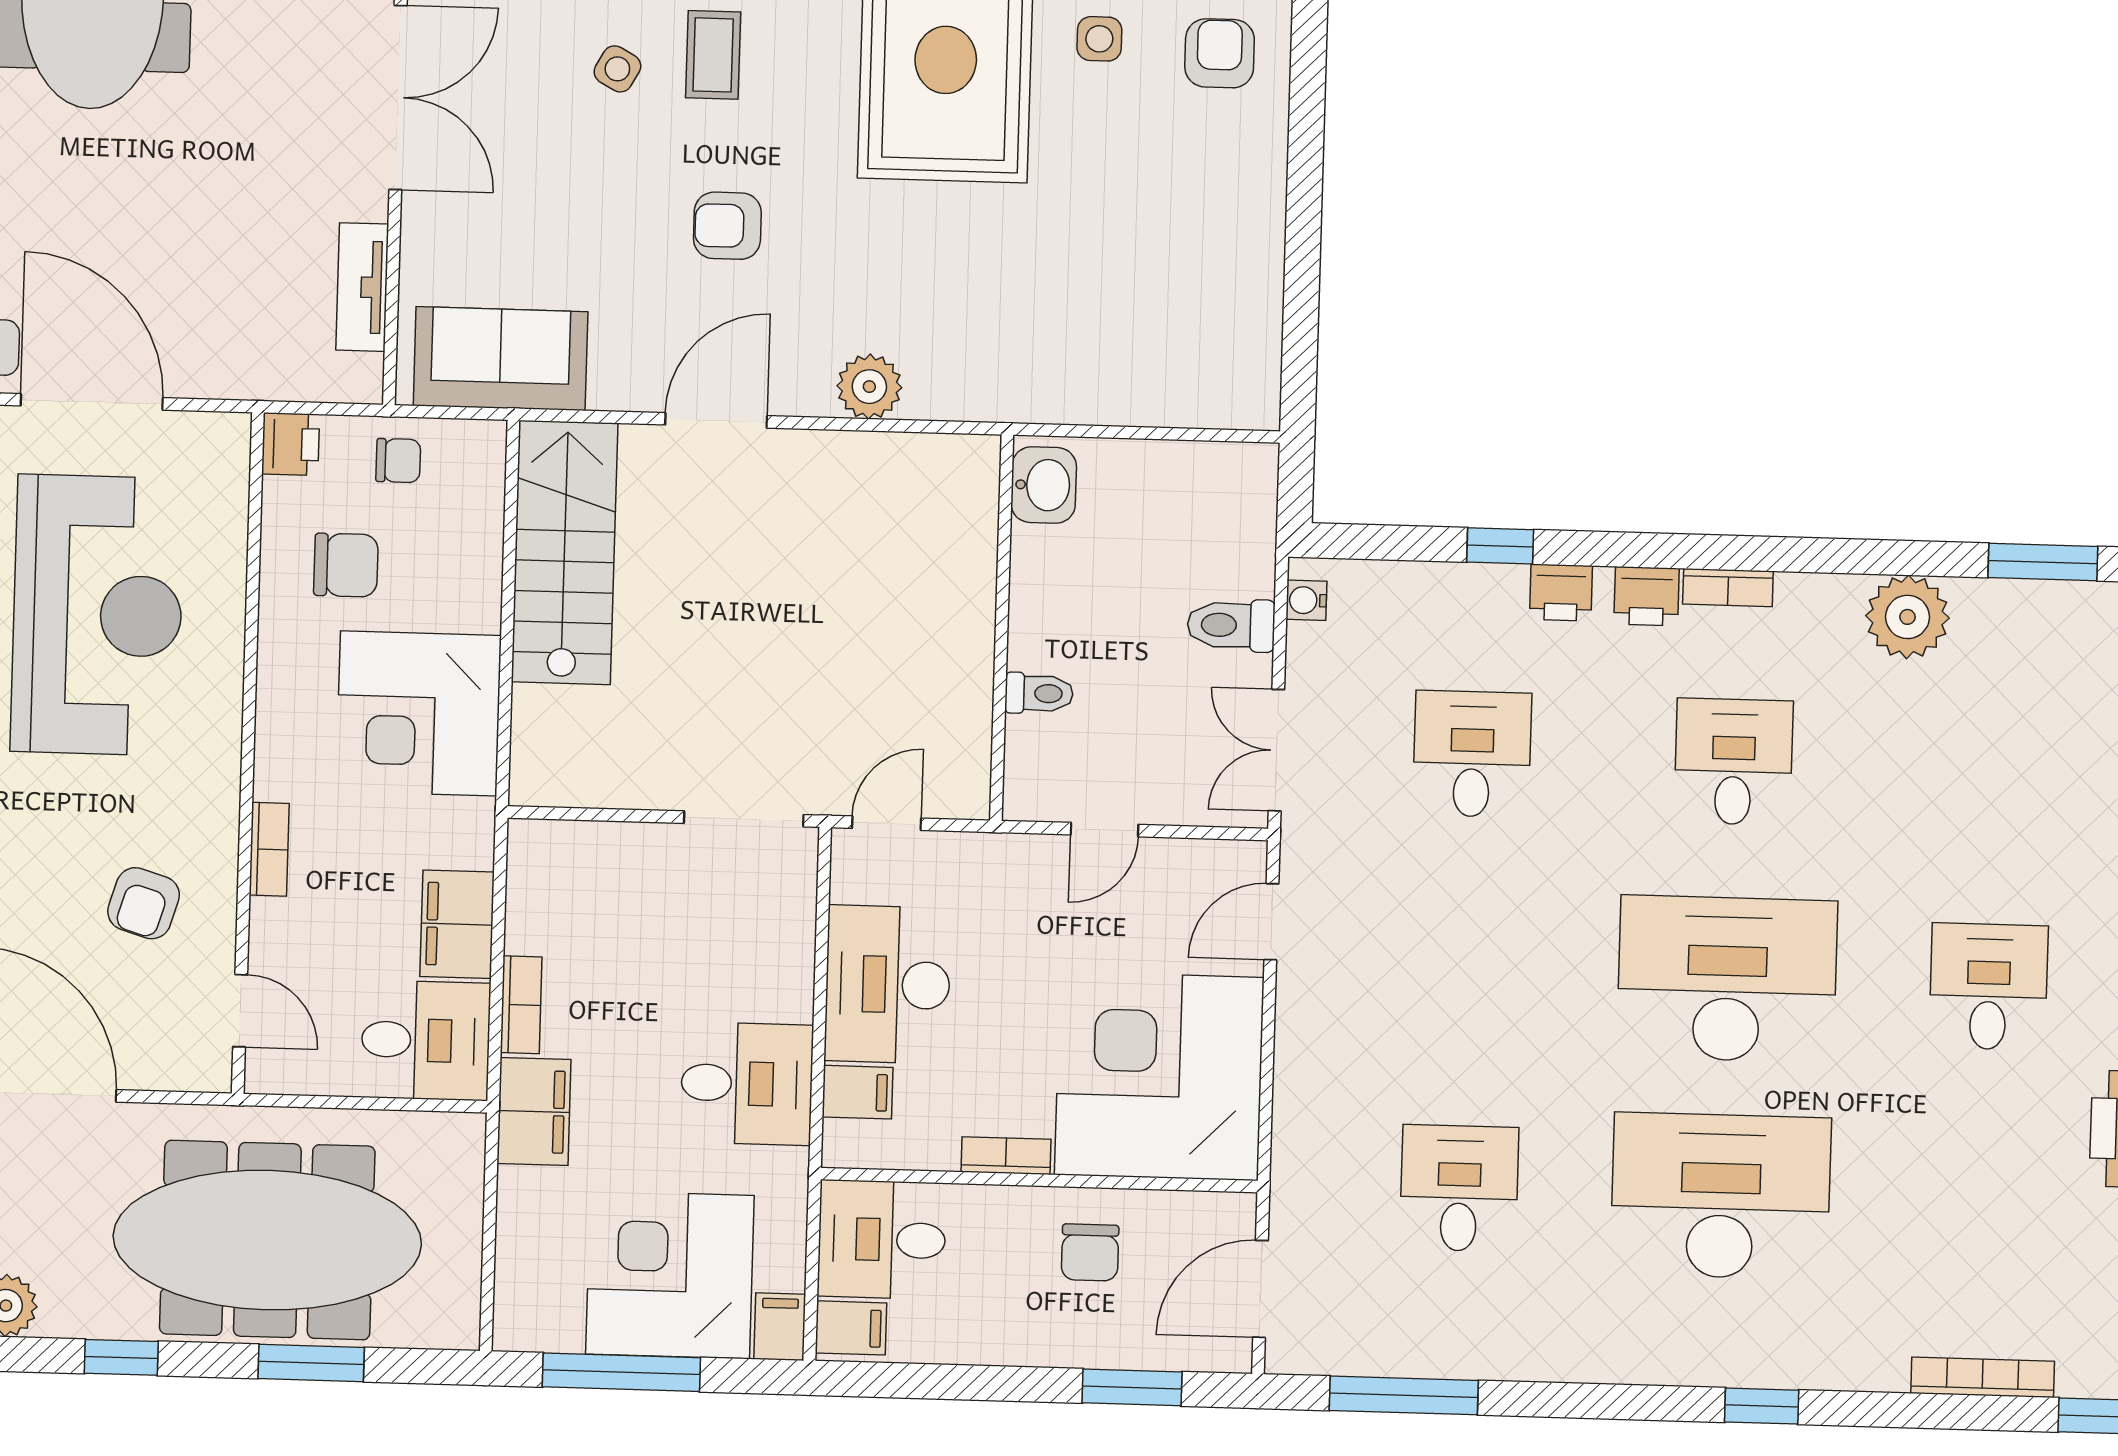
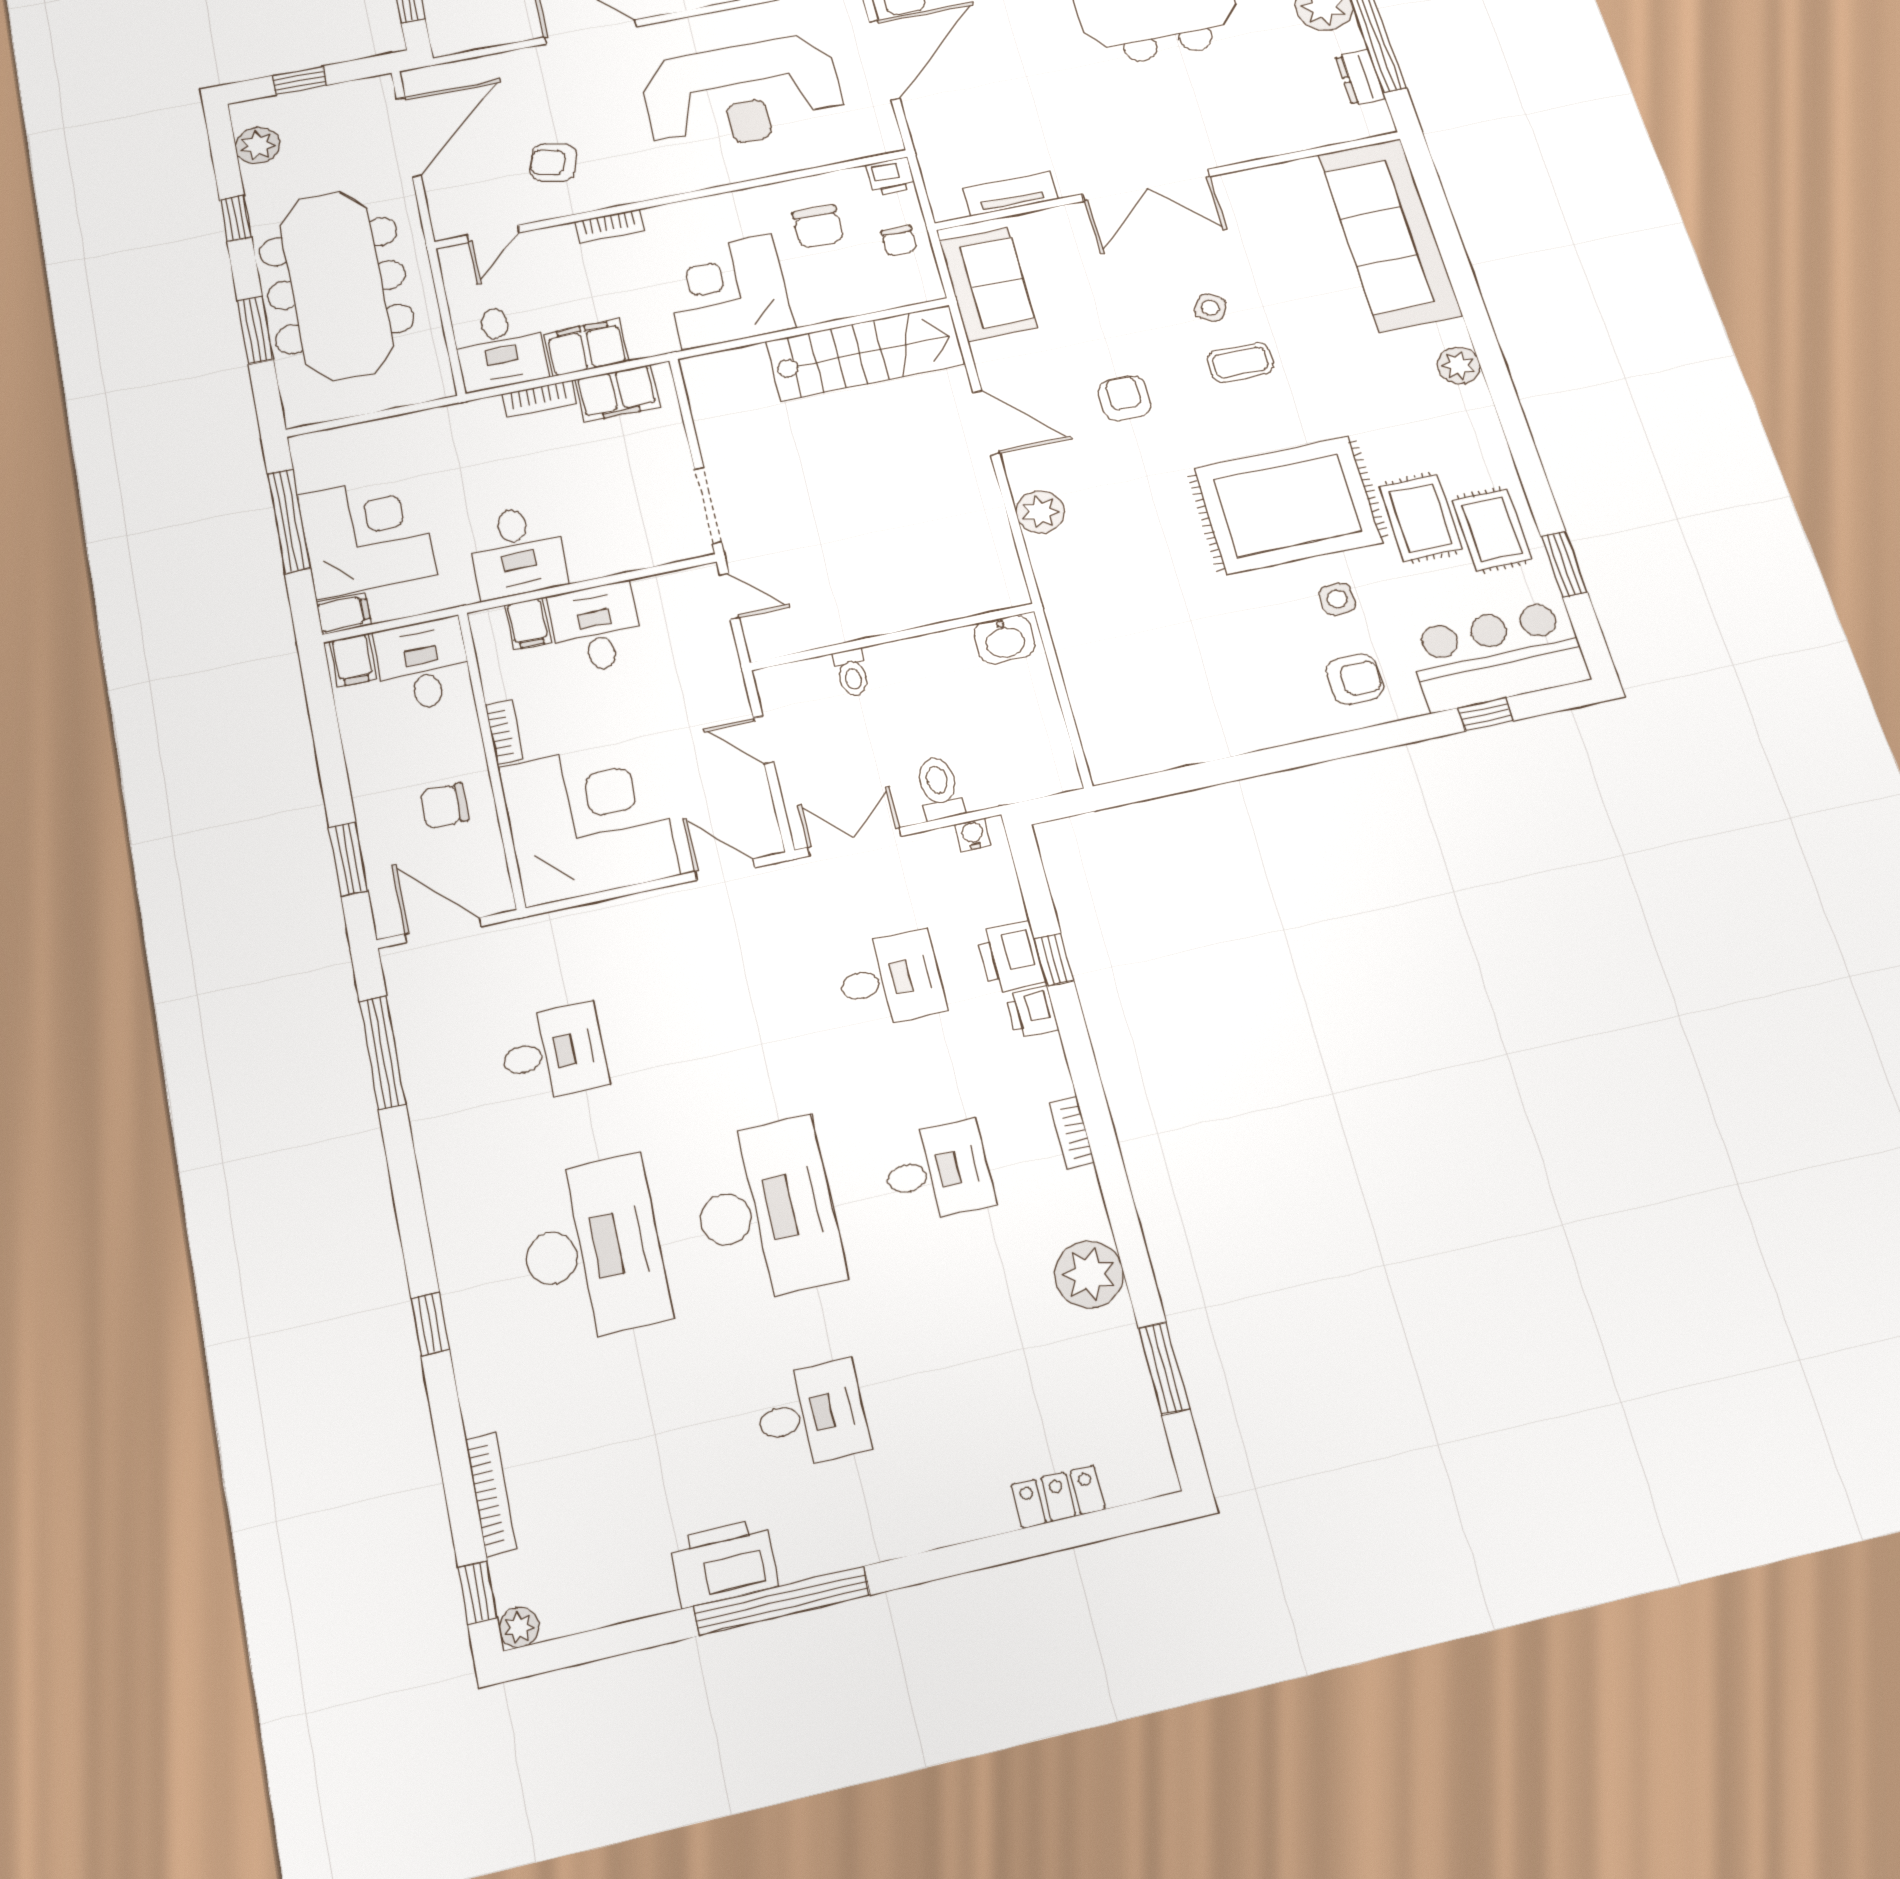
printer: (1647, 596) -> (1011, 957), moved, width x1.36, depth x1.24
desk: (888, 984) -> (596, 628), width x0.73
filing cabinet: (534, 1111) -> (617, 393), moved

